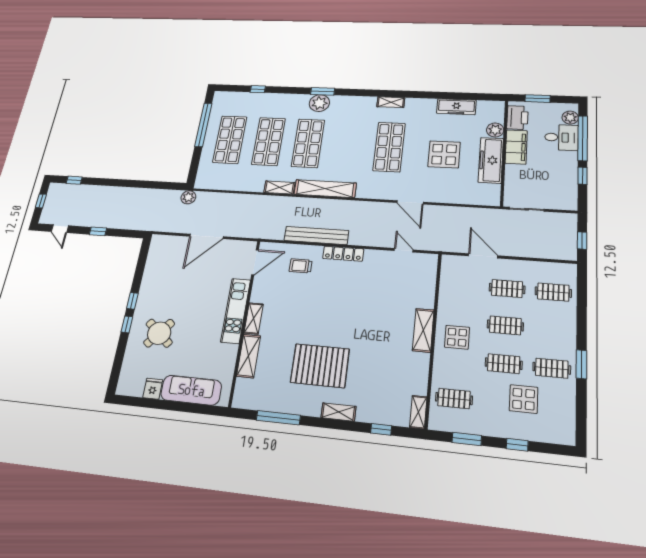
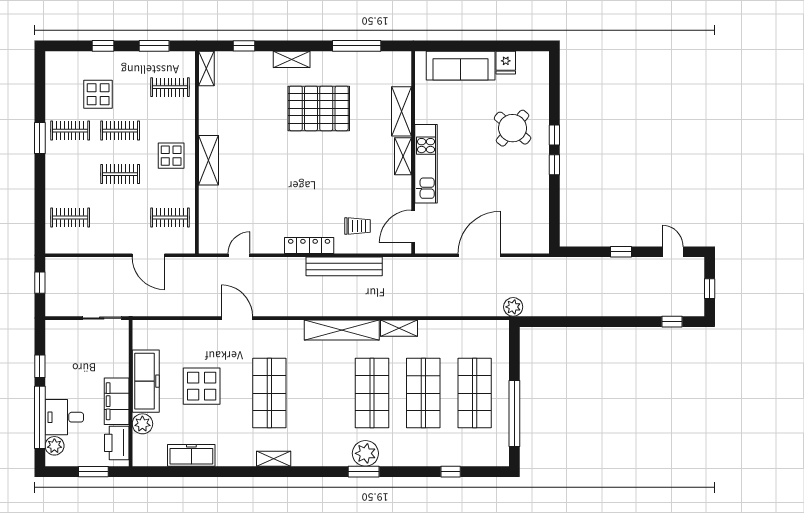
door: (404, 250) -> (239, 255), swing flipped
clothes rail: (507, 289) -> (170, 218), moved

